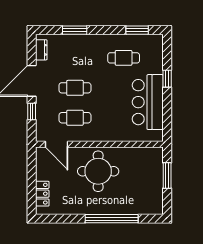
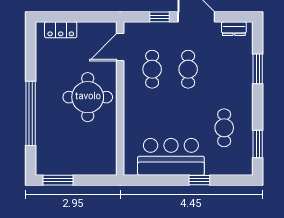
window: (167, 175) -> (58, 180), moved

